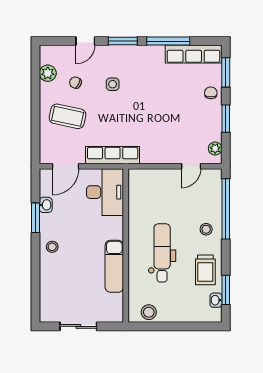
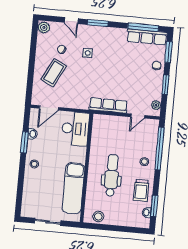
door: (85, 41) -> (71, 21), hinge flipped
window: (168, 41) -> (143, 27), moved
plant: (48, 73) -> (44, 27), moved
coffee table: (68, 116) -> (54, 73), turned -75
row of seats: (113, 155) -> (108, 105), moved
exam couch: (114, 266) -> (73, 188), width x1.36, depth x1.45

